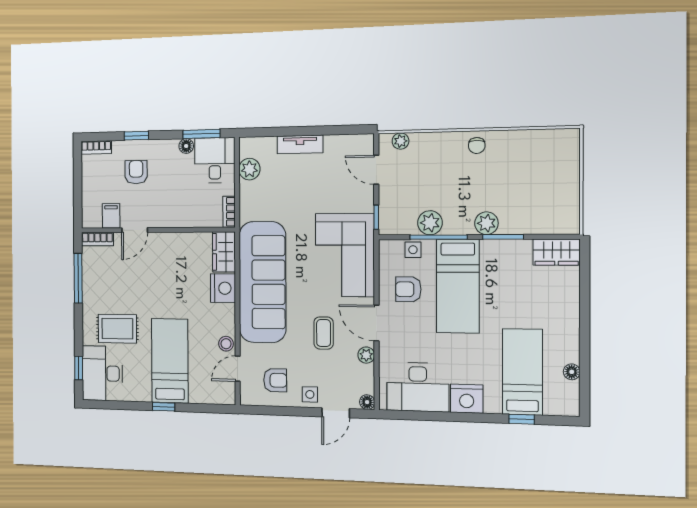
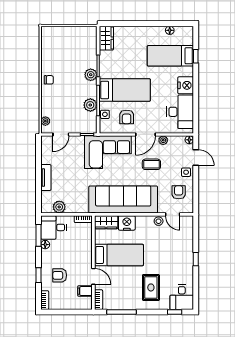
bed: (170, 361) -> (119, 255), moved, turned 180
desk: (102, 373) -> (182, 297), width x0.73

